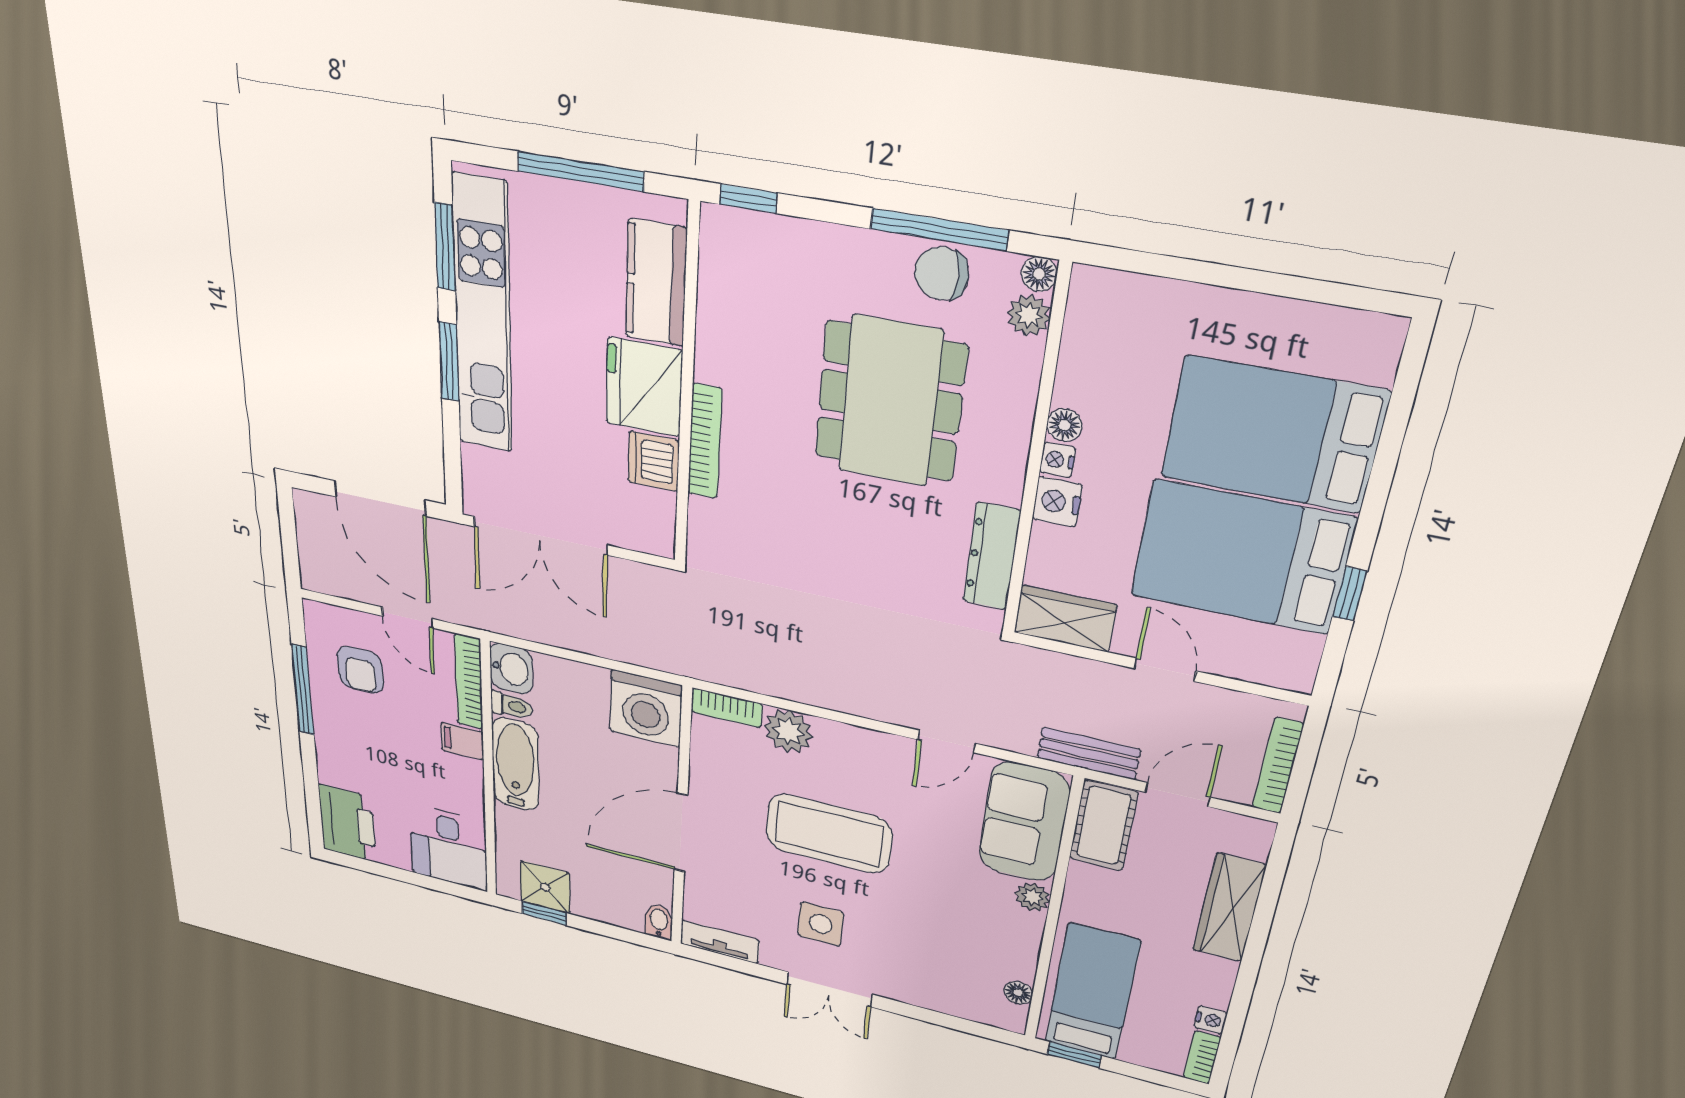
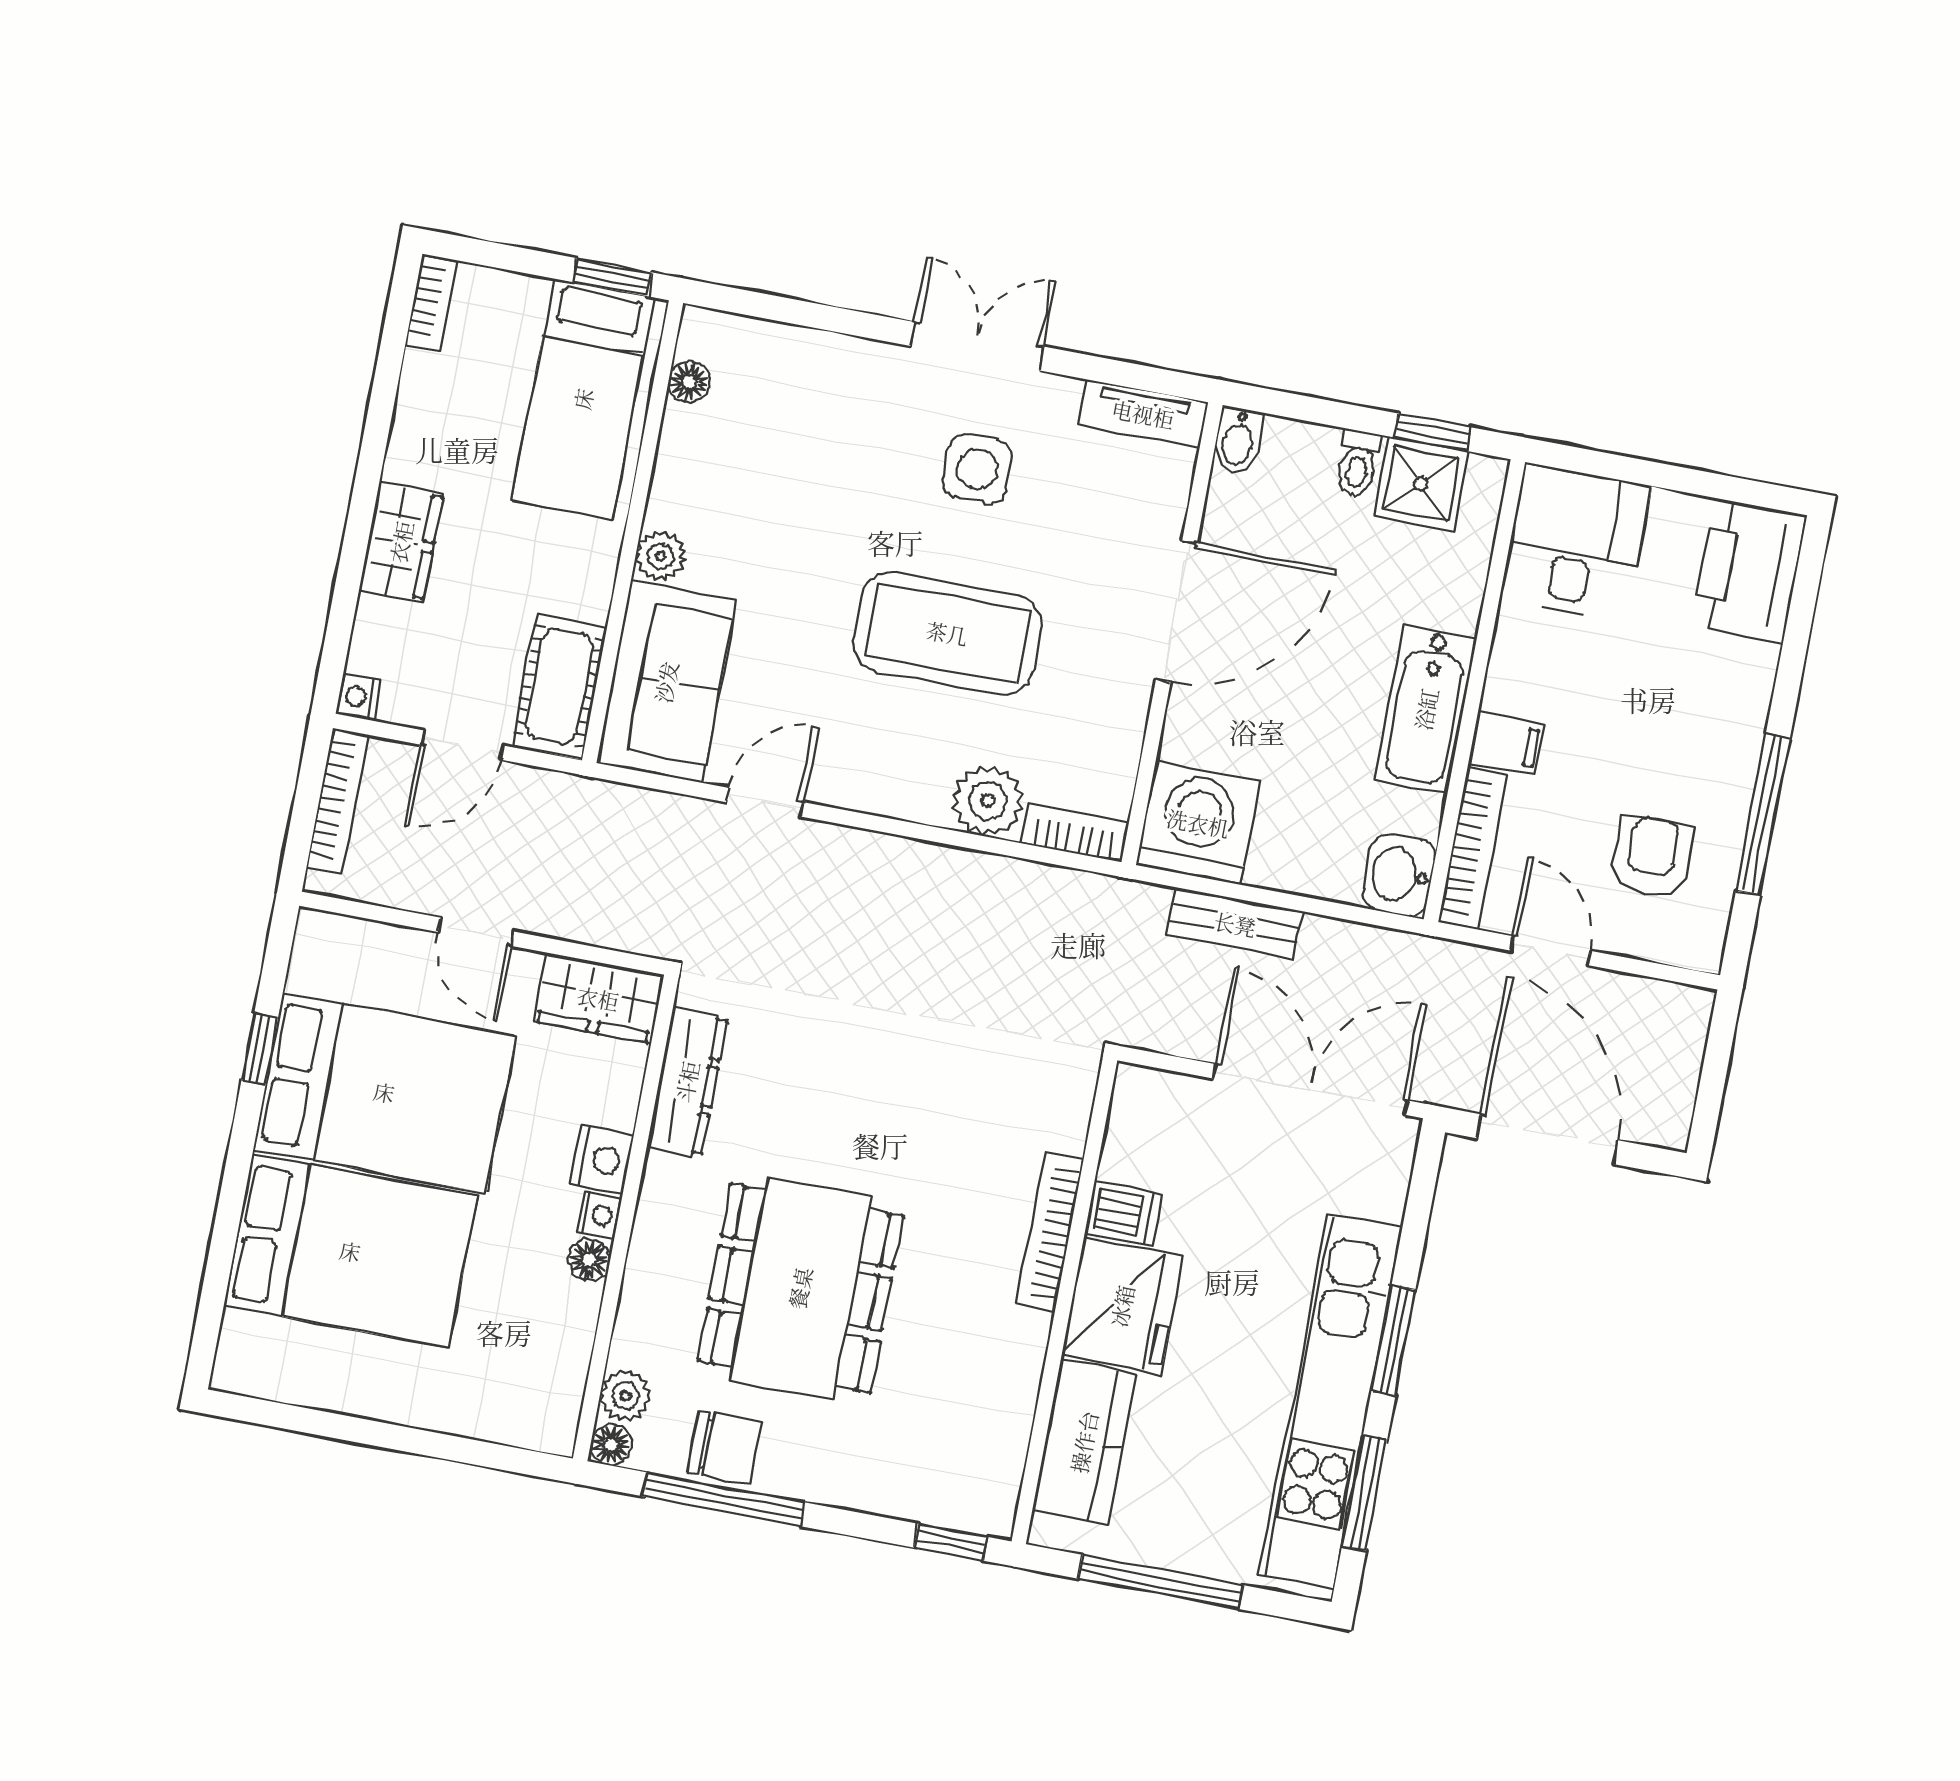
dishwasher: (654, 461) -> (1123, 1213), width x0.73
toilet: (511, 706) -> (1358, 463), moved, turned -90
bench: (1089, 754) -> (1235, 924), moved
wardrobe: (1229, 908) -> (401, 542), width x0.67
nightstand: (1211, 1020) -> (359, 697), moved

